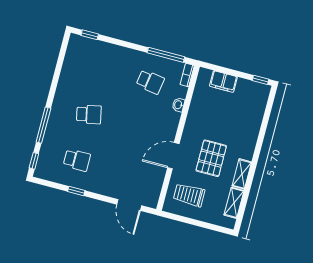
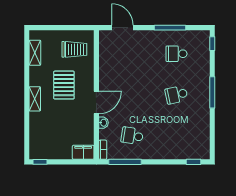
filing cabinet: (223, 81) -> (83, 152), moved
window: (43, 125) -> (212, 92), moved
door: (173, 156) -> (96, 102), moved
shelving: (242, 174) -> (35, 99), moved
window: (76, 191) -> (170, 28), width x2.17

